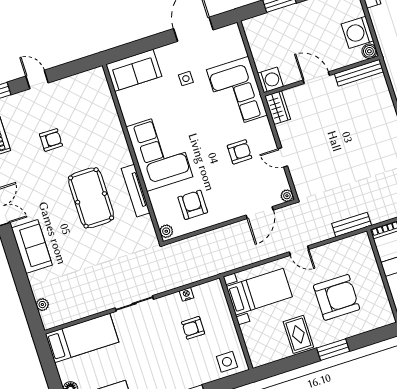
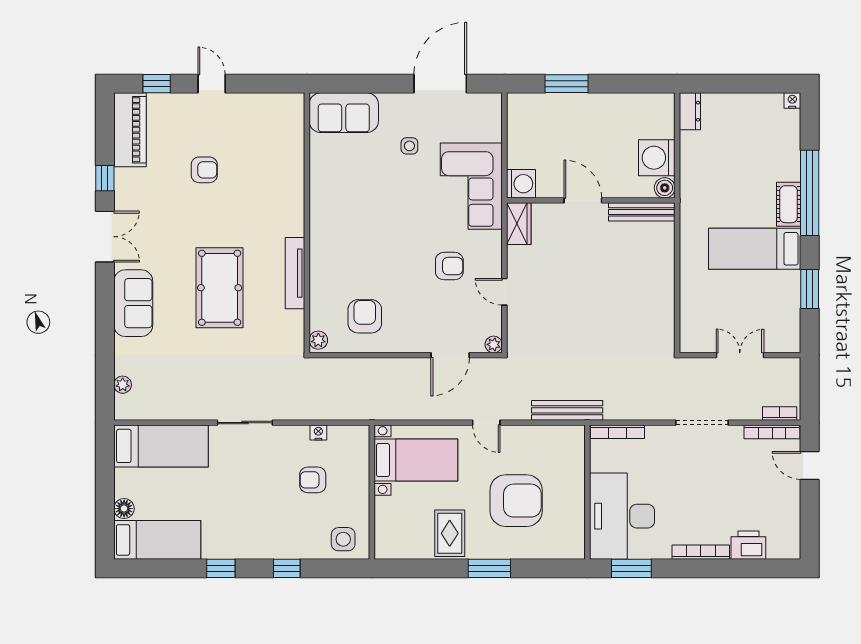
corner sofa: (159, 152) -> (343, 232), removed
pool table: (91, 198) -> (220, 288), moved
bench: (352, 225) -> (567, 410), width x1.36

